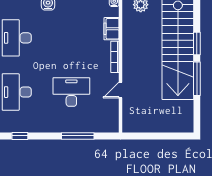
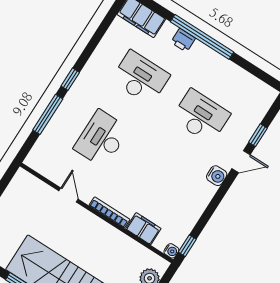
desk: (71, 92) -> (101, 139), turned 180
window: (20, 136) -> (70, 79), moved

